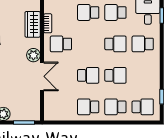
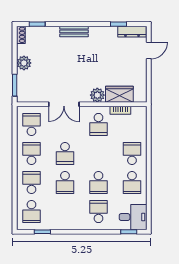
school desk: (115, 12) -> (132, 183), turned 180
school desk: (61, 44) -> (98, 124), turned 180
plant: (33, 55) -> (97, 95), moved
school desk: (61, 107) -> (31, 124), added

